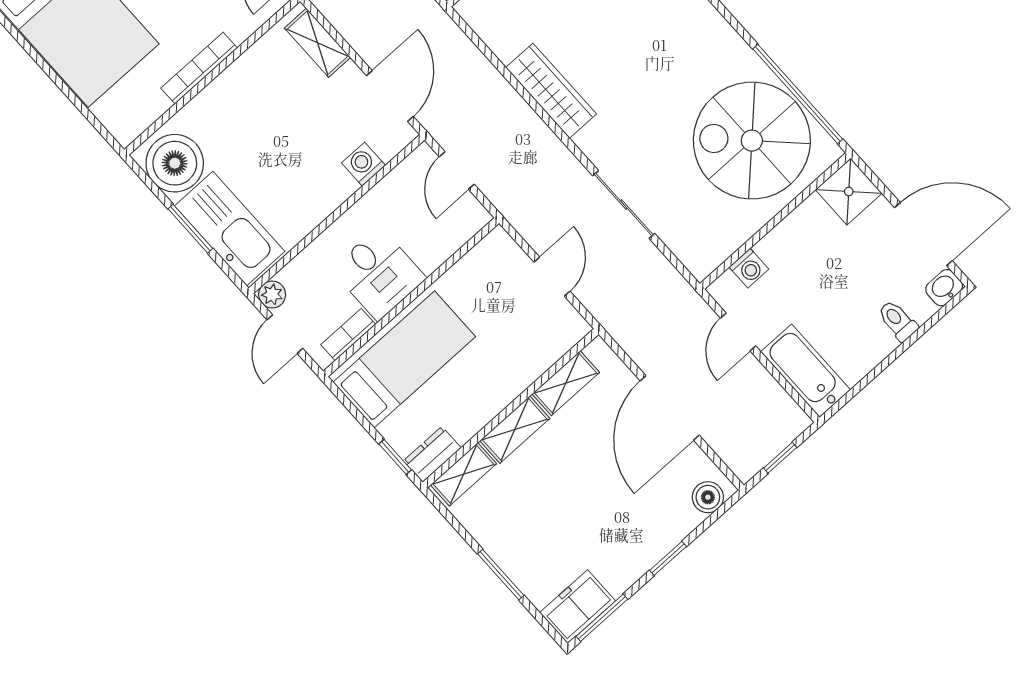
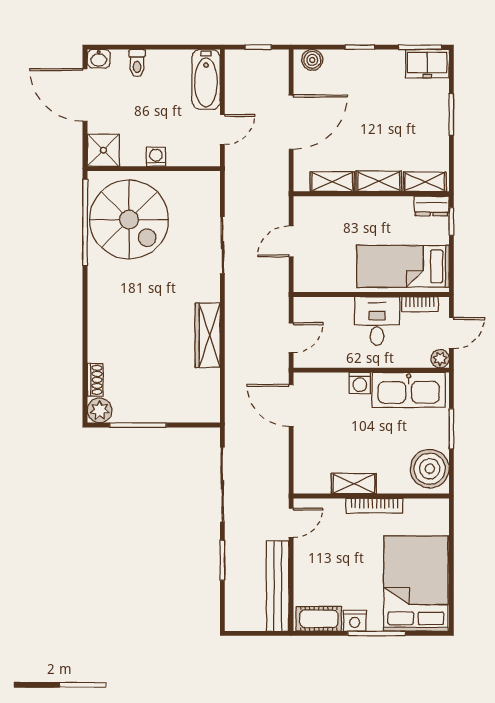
shelving: (318, 43) -> (354, 484), moved, turned 90
door: (390, 96) -> (291, 405), hinge flipped
washing machine: (364, 164) -> (360, 383), moved
kitchen sink: (230, 229) -> (409, 390), moved, turned -90
washing machine: (749, 268) -> (156, 157), moved

